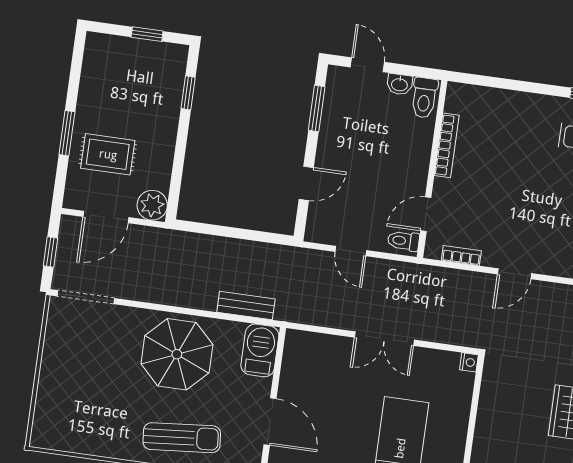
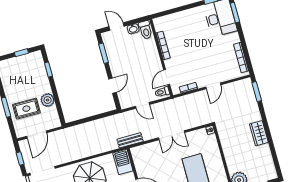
plant: (152, 205) -> (48, 100), moved
bench: (246, 306) -> (130, 140), moved

